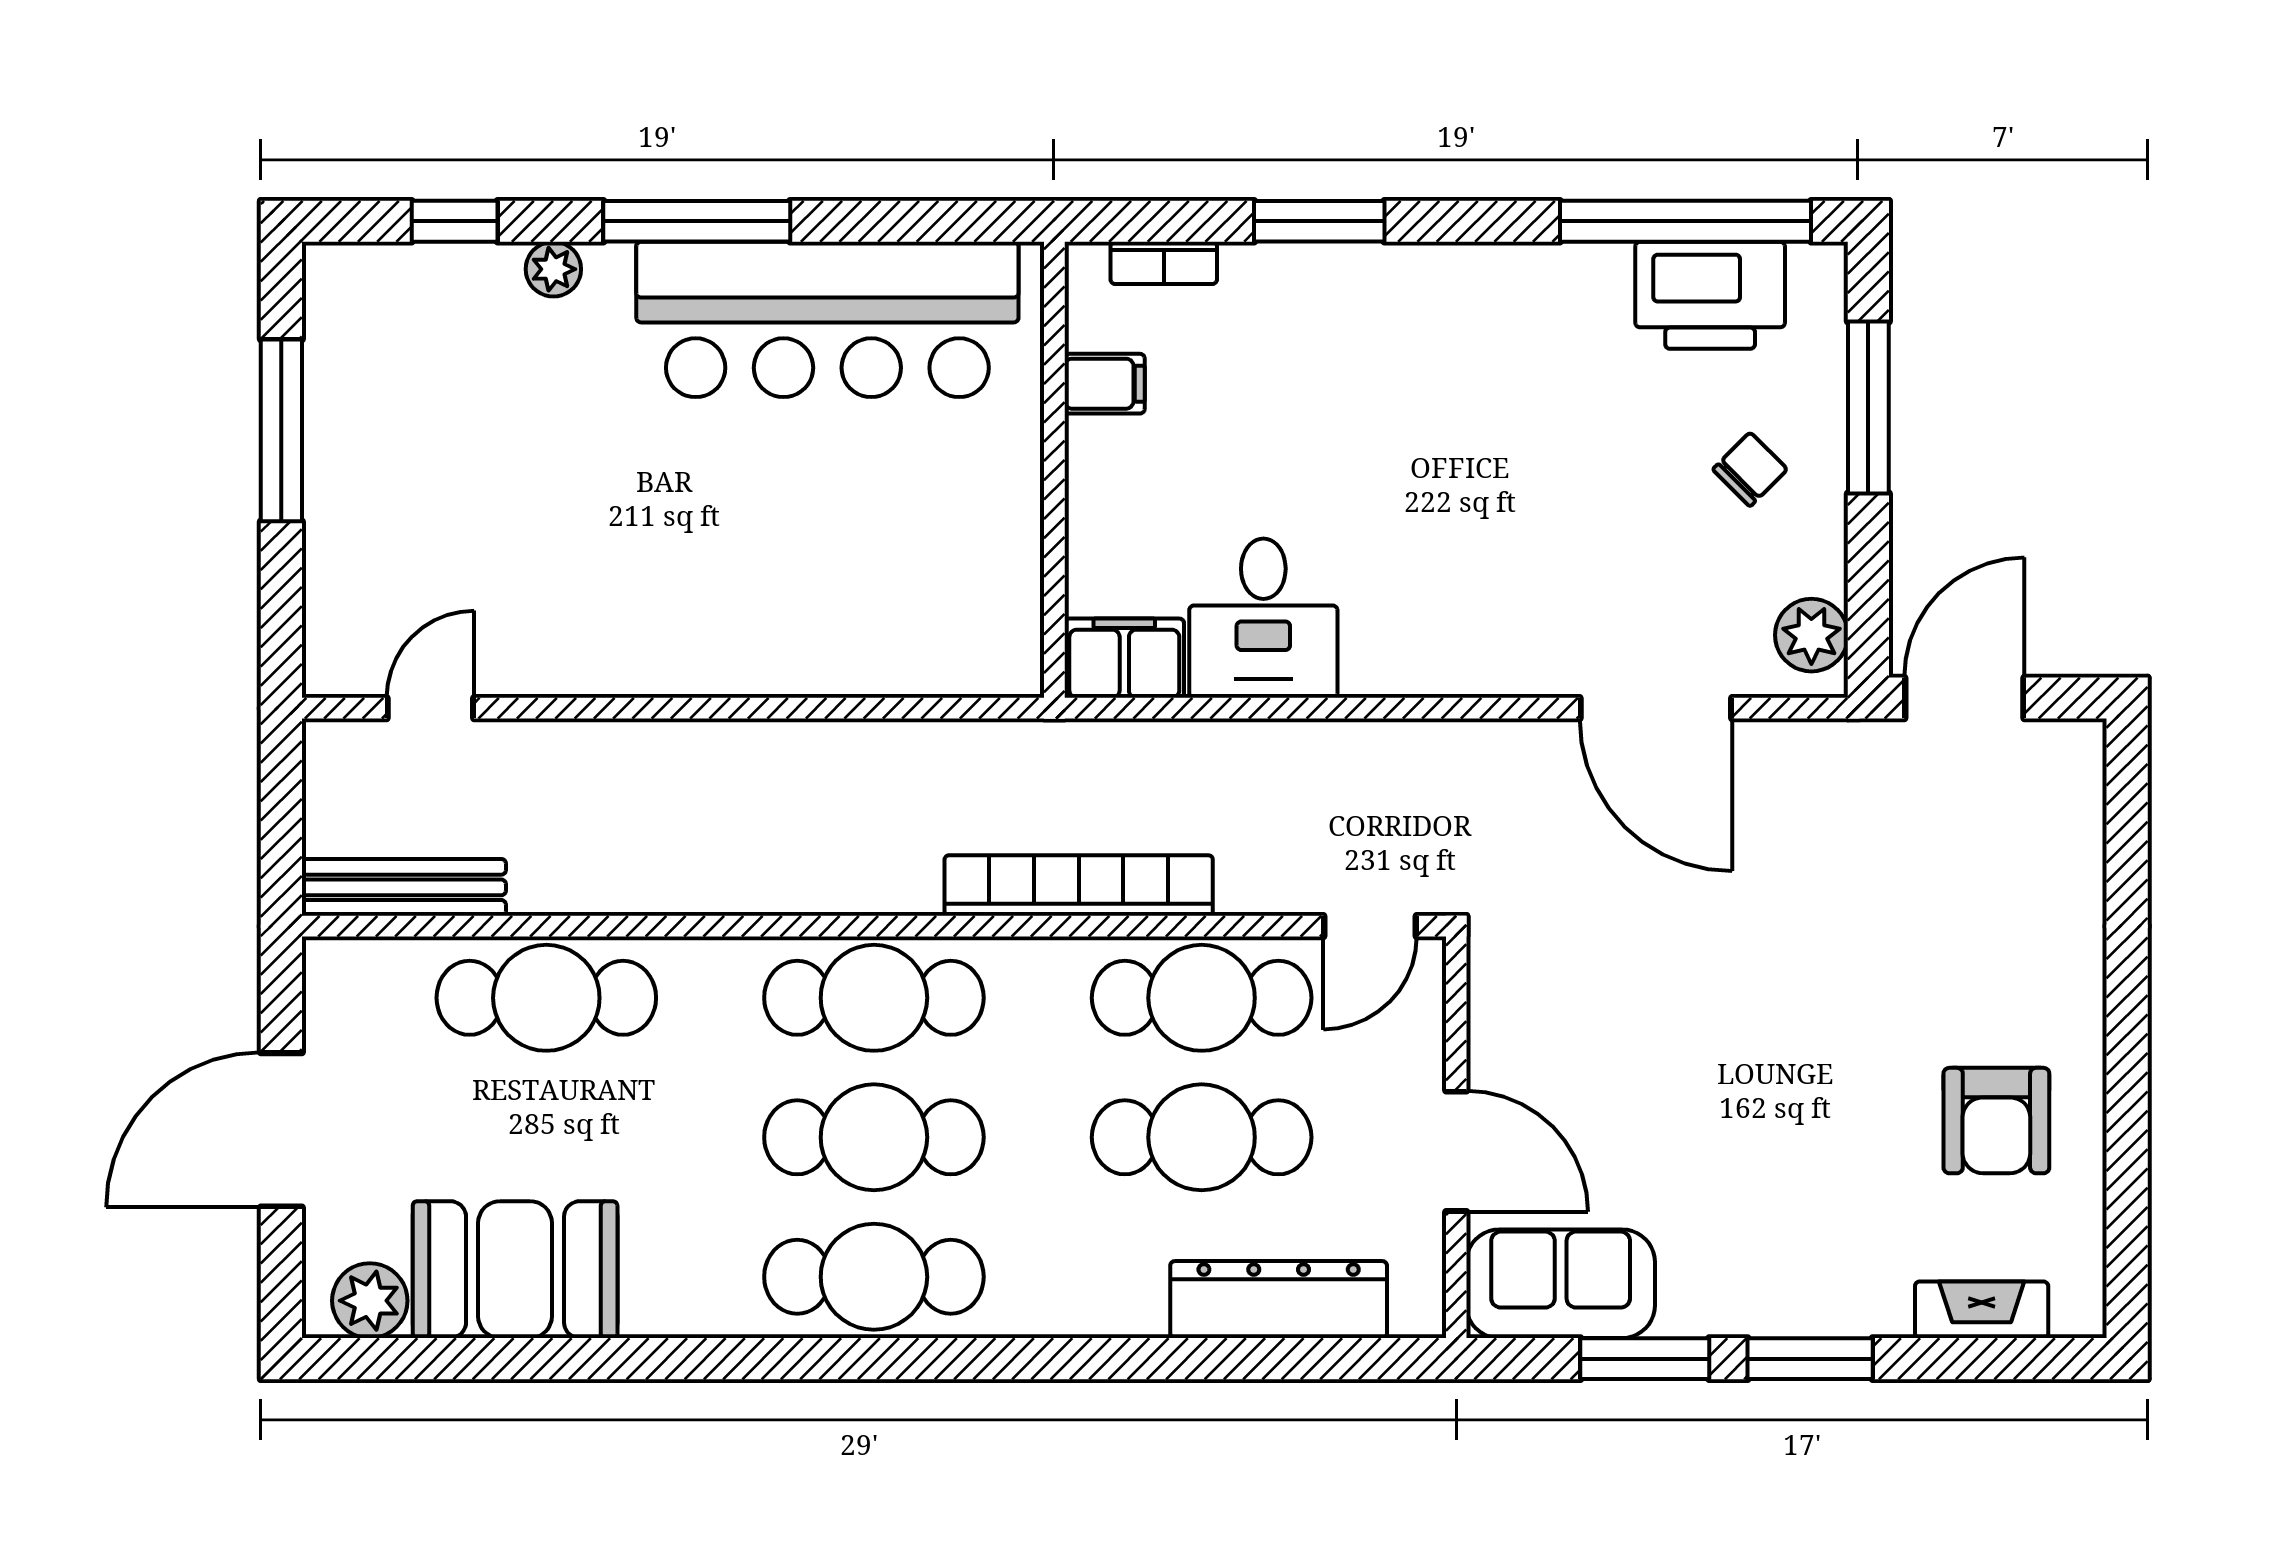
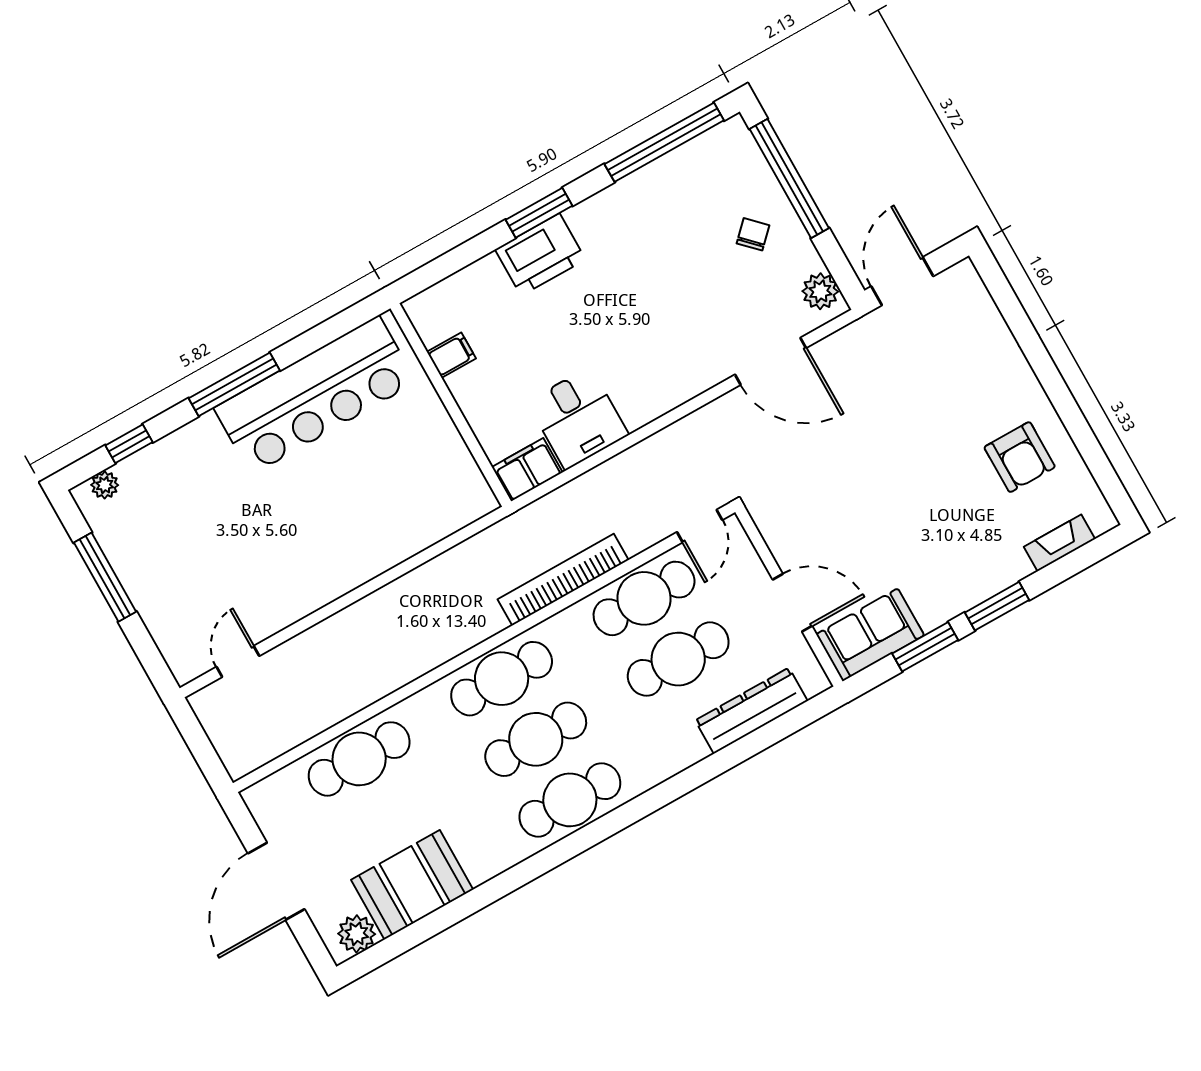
window: (1319, 221) -> (539, 213), moved
bookcase: (1164, 263) -> (448, 288), removed
plant: (553, 269) -> (105, 485), moved
printer: (1710, 295) -> (540, 254), moved
window: (1868, 407) -> (789, 178), width x1.46
bench: (404, 887) -> (270, 746), removed

